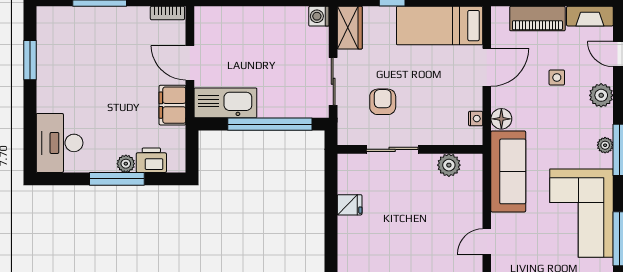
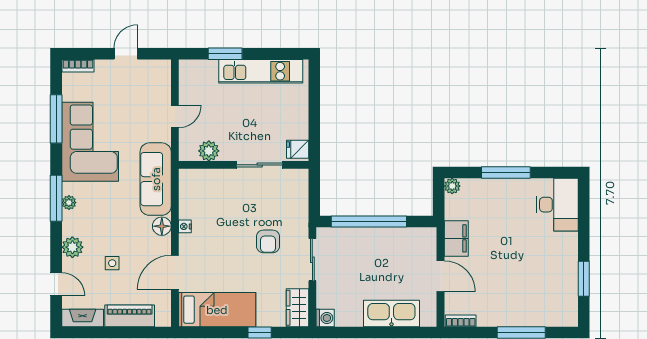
kitchen sink: (225, 103) -> (391, 314), moved, turned 180
sliding door: (392, 149) -> (260, 165), moved
wall: (410, 149) -> (244, 165), moved
printer: (151, 160) -> (475, 189), removed
plant: (126, 164) -> (452, 186), moved
plant: (449, 165) -> (209, 151), moved

